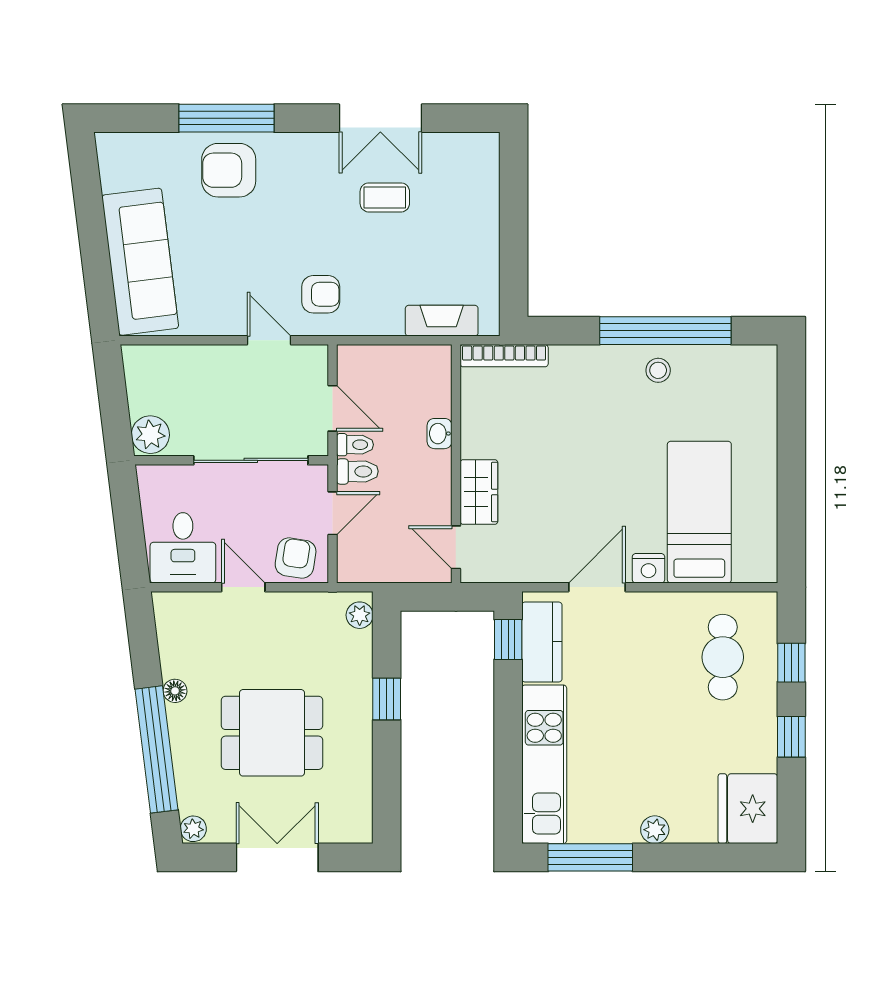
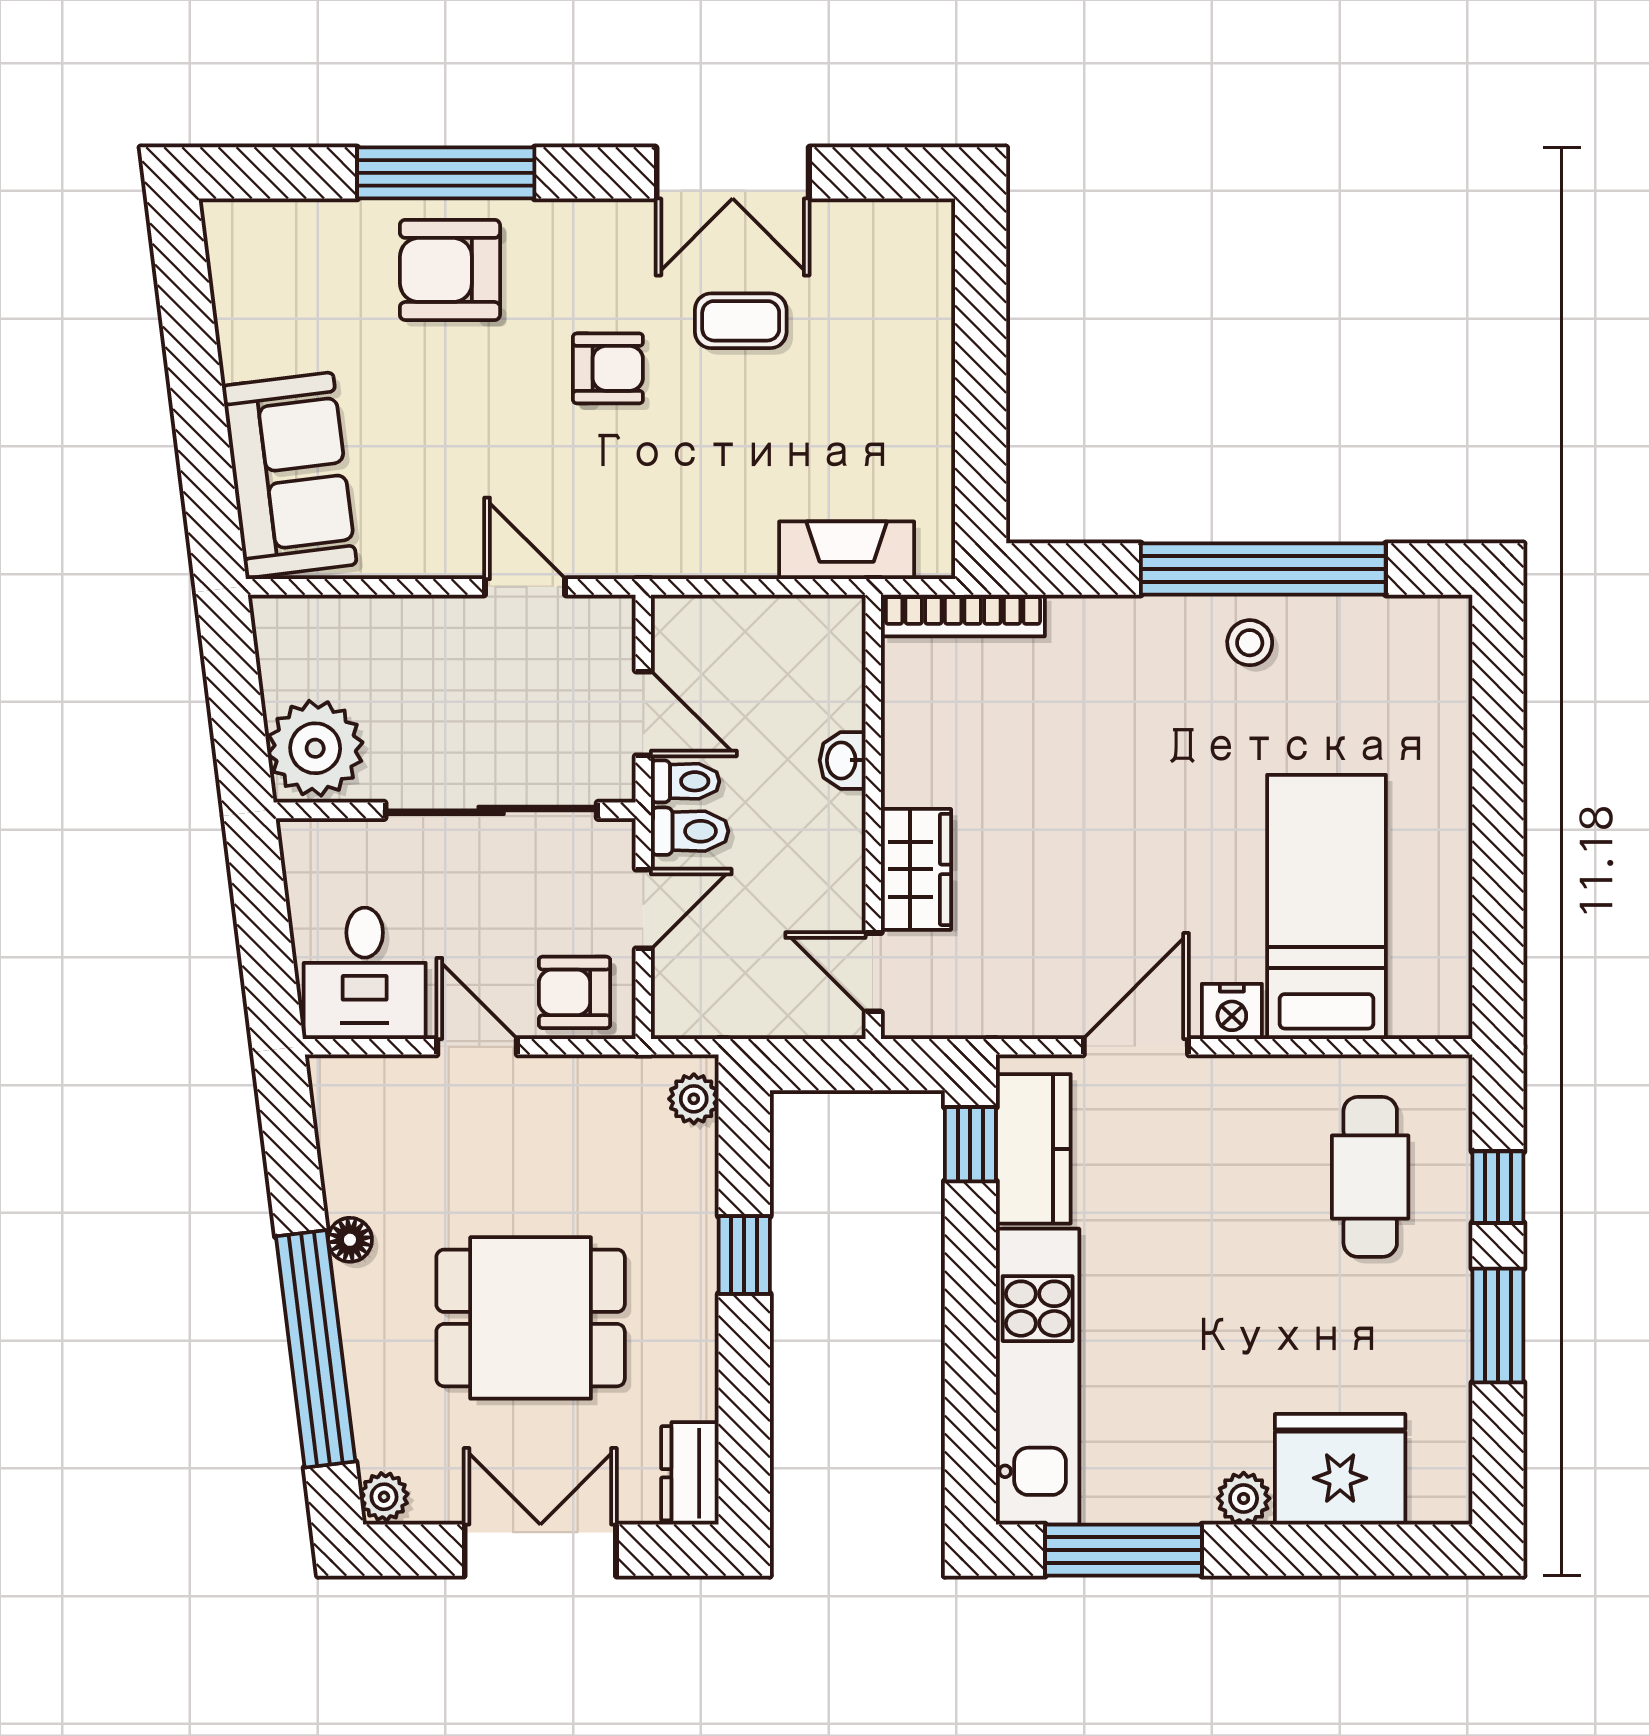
sofa: (140, 262) -> (289, 475), width x0.73
armchair: (321, 294) -> (608, 368), moved
plant: (150, 435) -> (315, 748), width x1.36, depth x1.36
armchair: (296, 558) -> (574, 992), turned -99
window: (791, 737) -> (1498, 1325), width x1.50
fridge: (748, 809) -> (1340, 1469), moved, turned 90
dresser: (358, 816) -> (690, 1473), added

